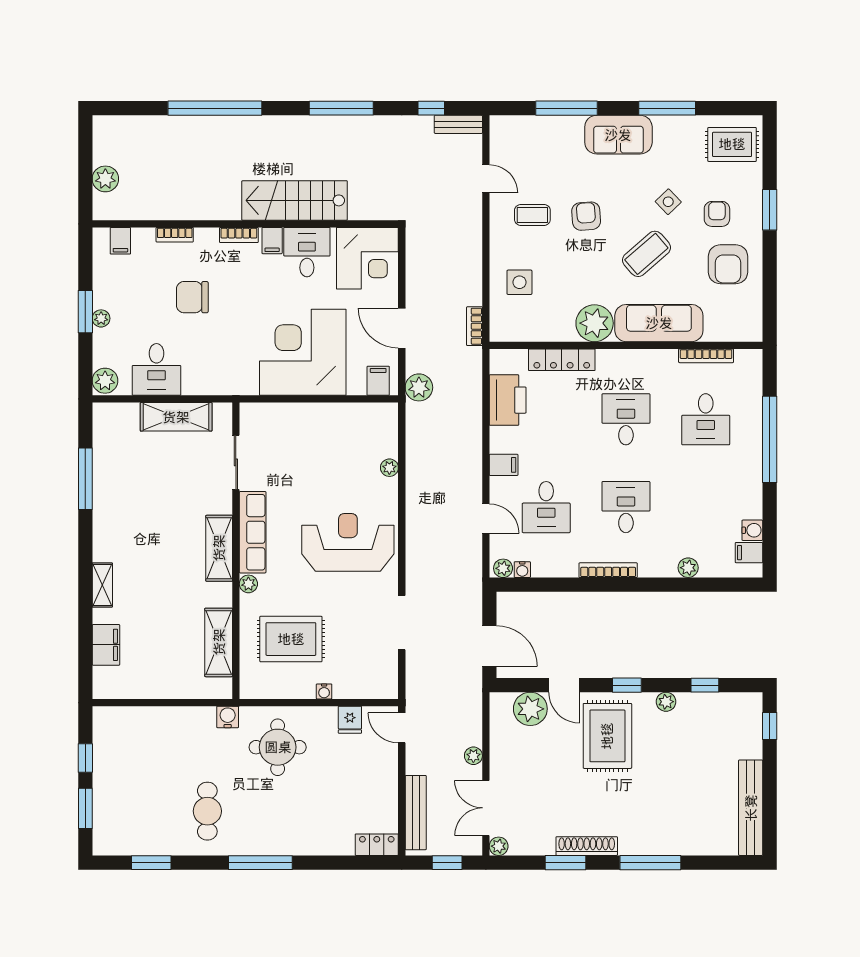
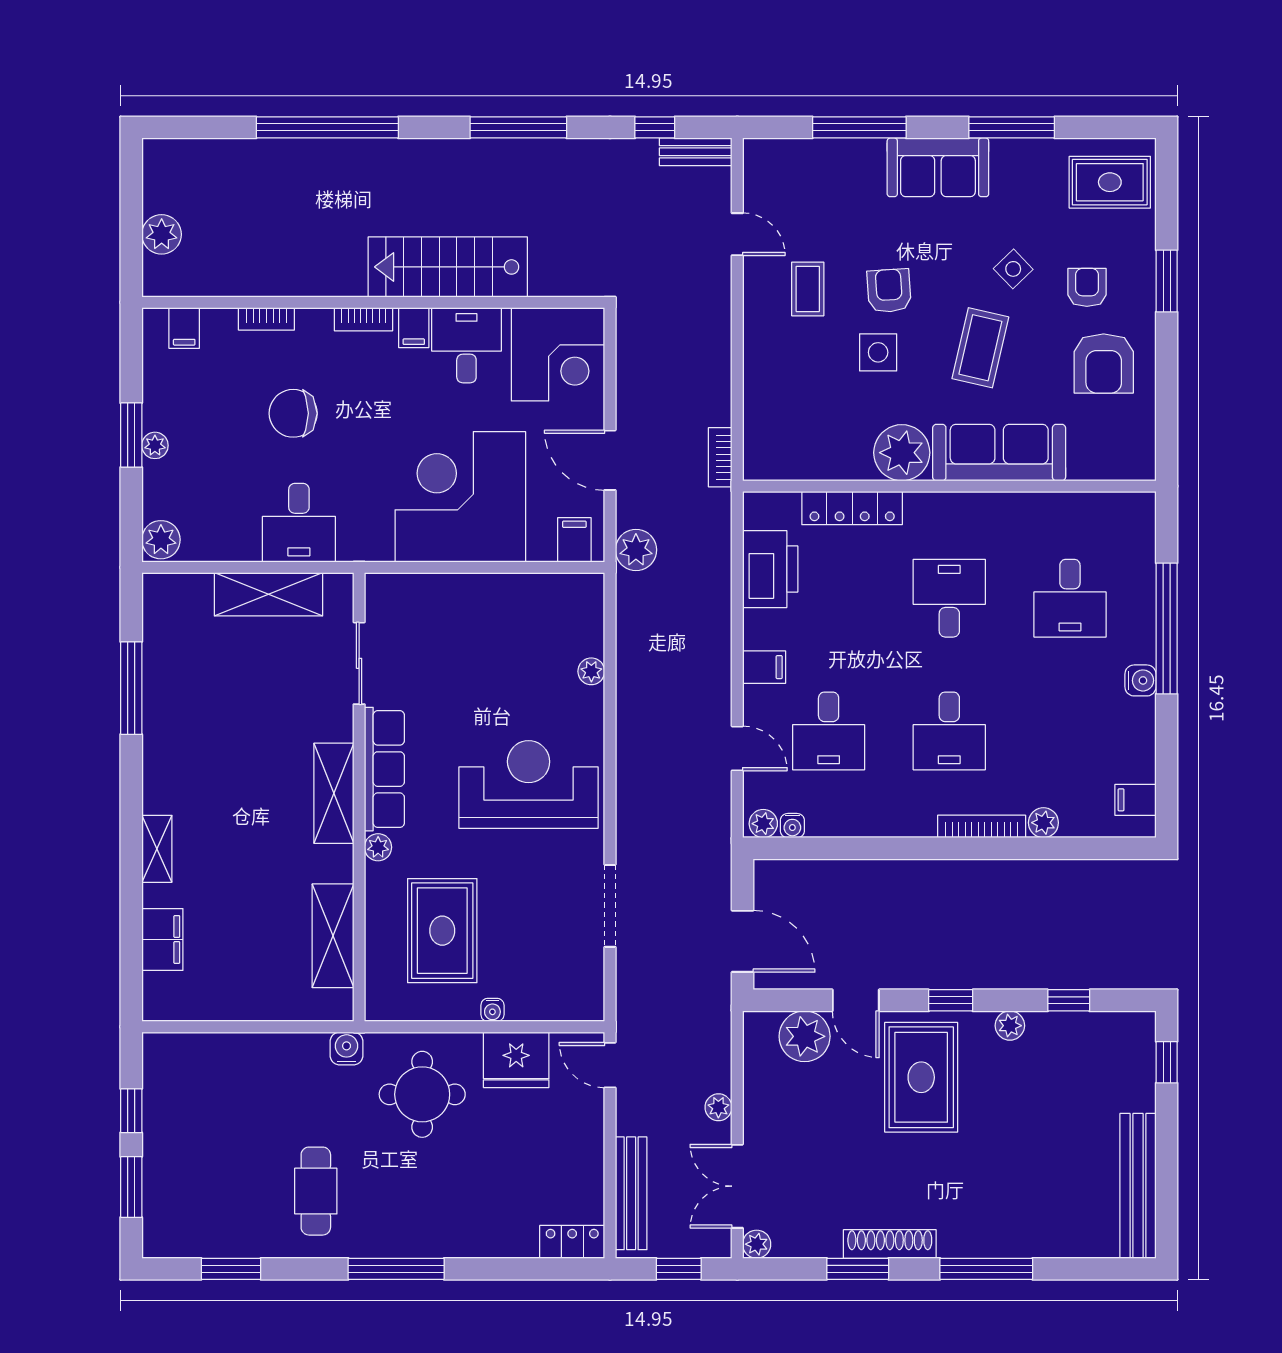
coffee table: (532, 215) -> (808, 289), turned 90
coffee table: (646, 254) -> (980, 348), turned -36
side table: (519, 282) -> (878, 352), moved
bookcase: (706, 356) -> (1071, 502), removed
desk: (156, 369) -> (299, 523), moved
desk: (626, 507) -> (949, 731), turned 180
water cooler: (752, 530) -> (1140, 680), moved
bookcase: (608, 570) -> (982, 826), moved
rug: (291, 639) -> (442, 931), turned 90
fridge: (350, 720) -> (516, 1060), width x1.88, depth x1.34

